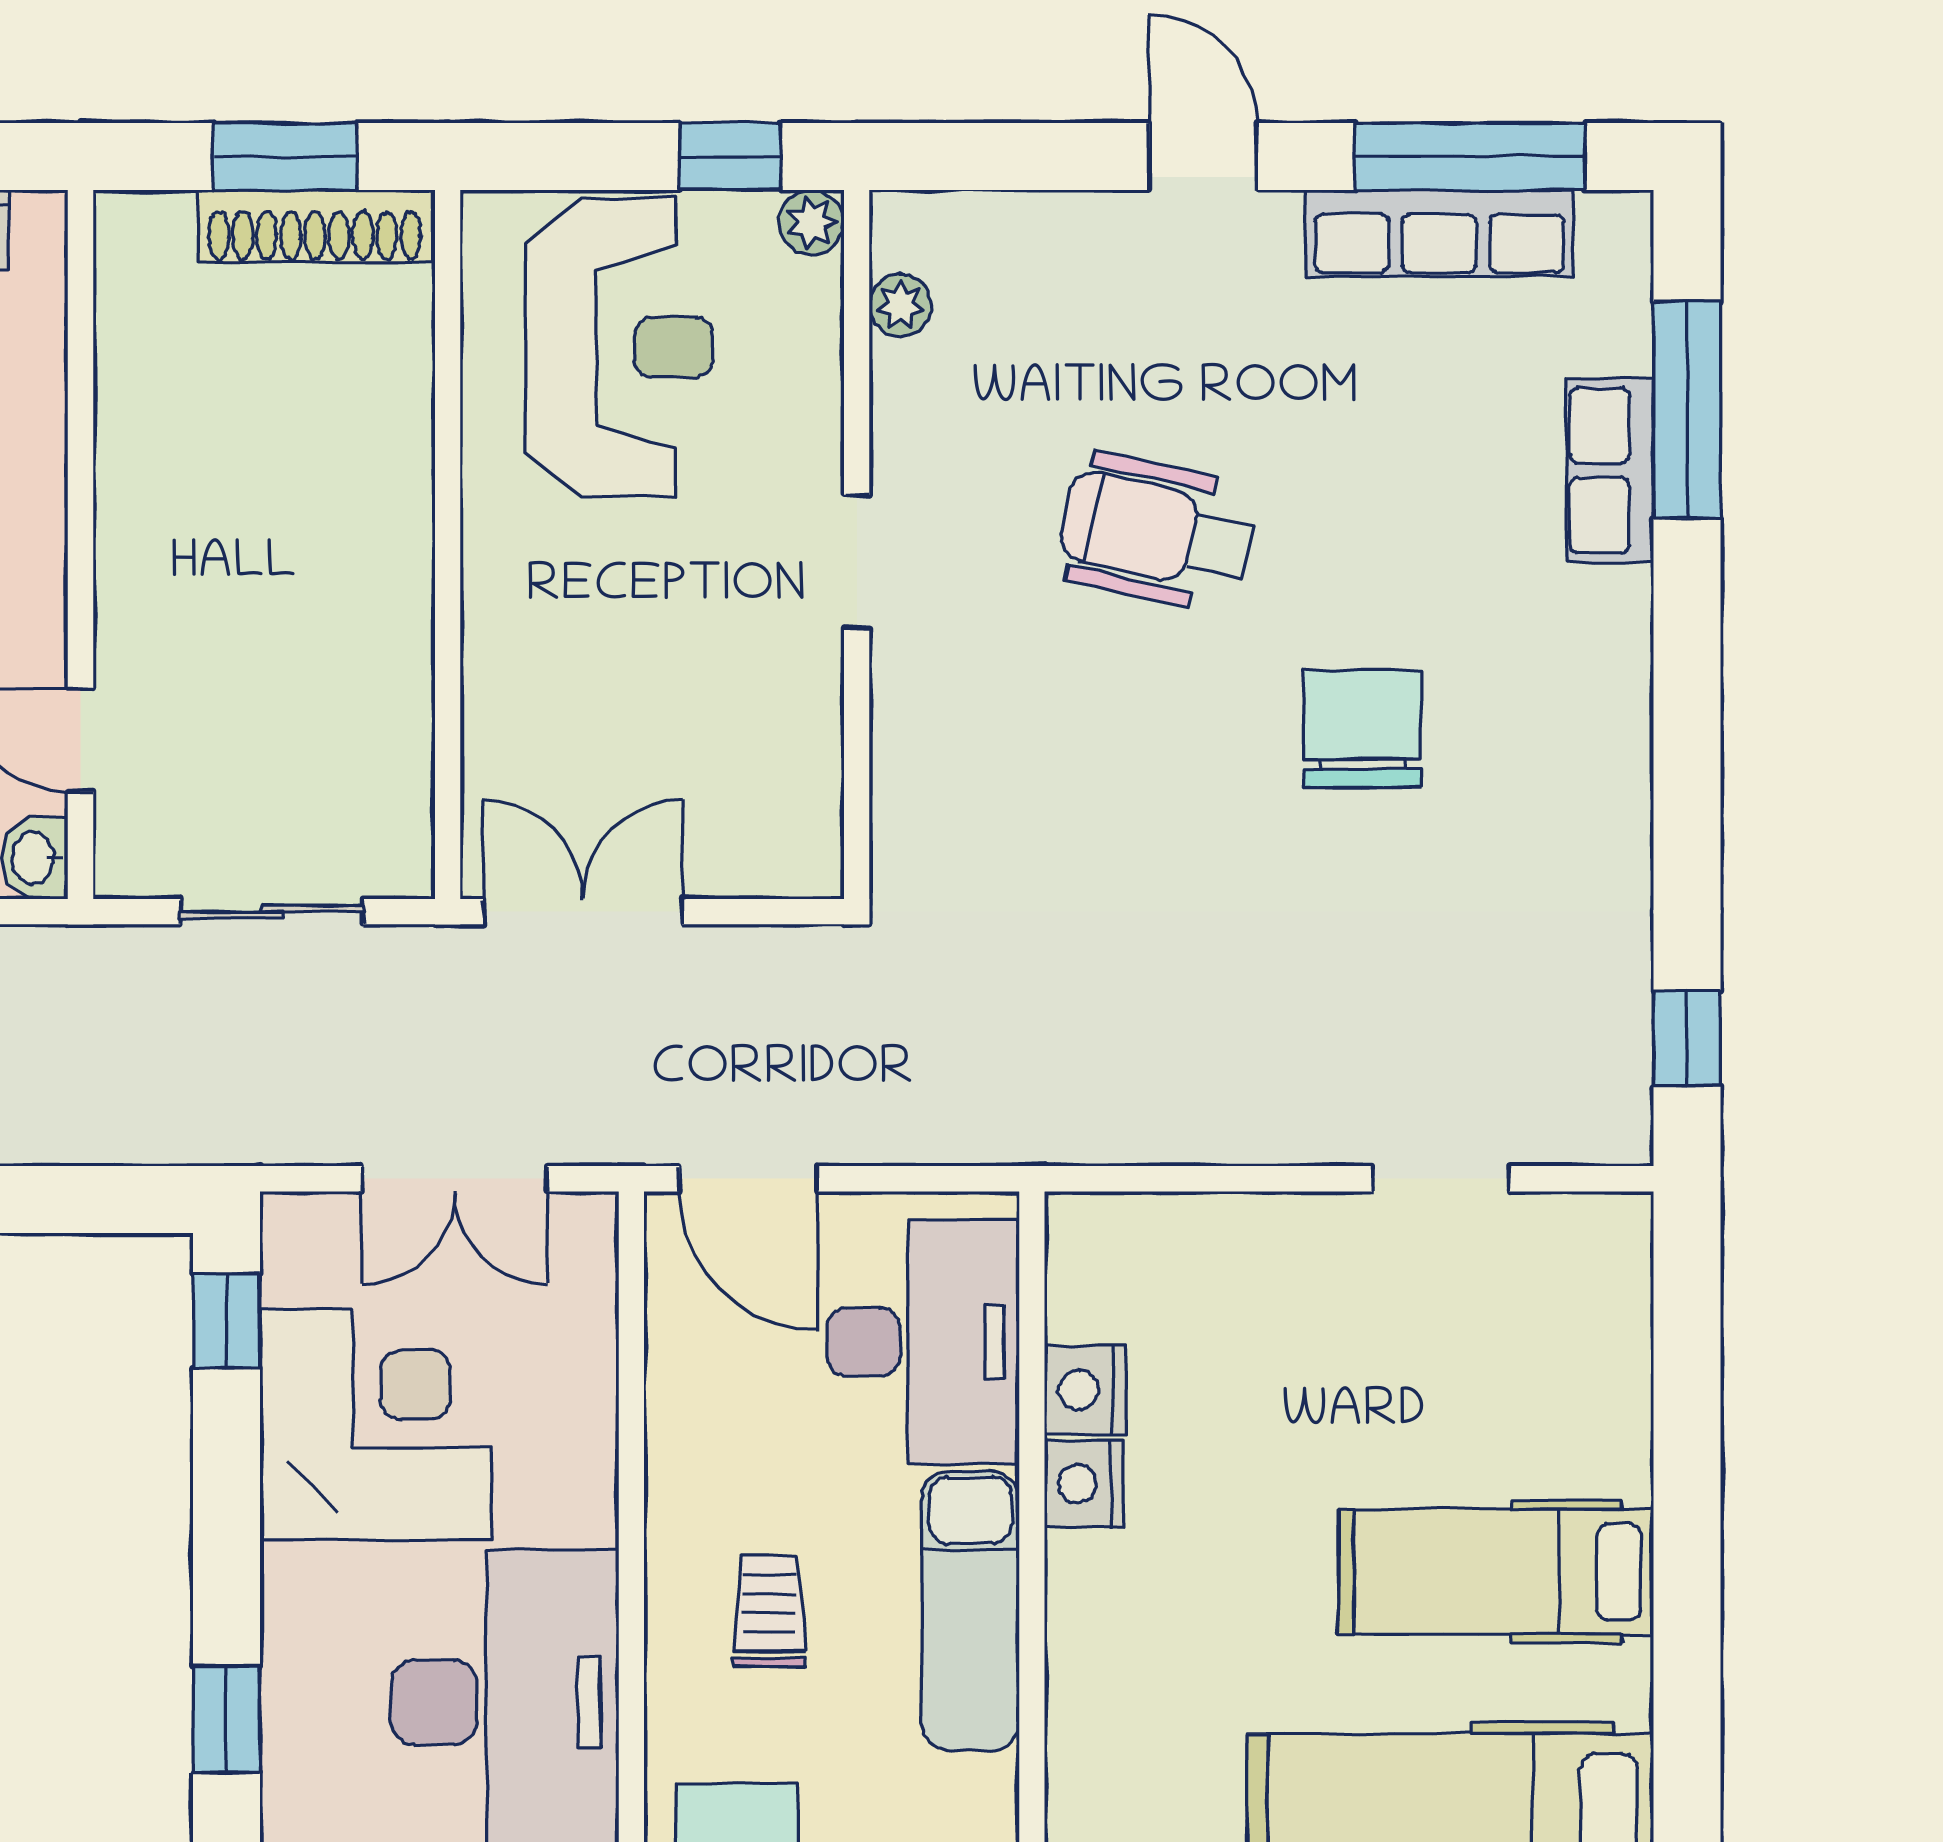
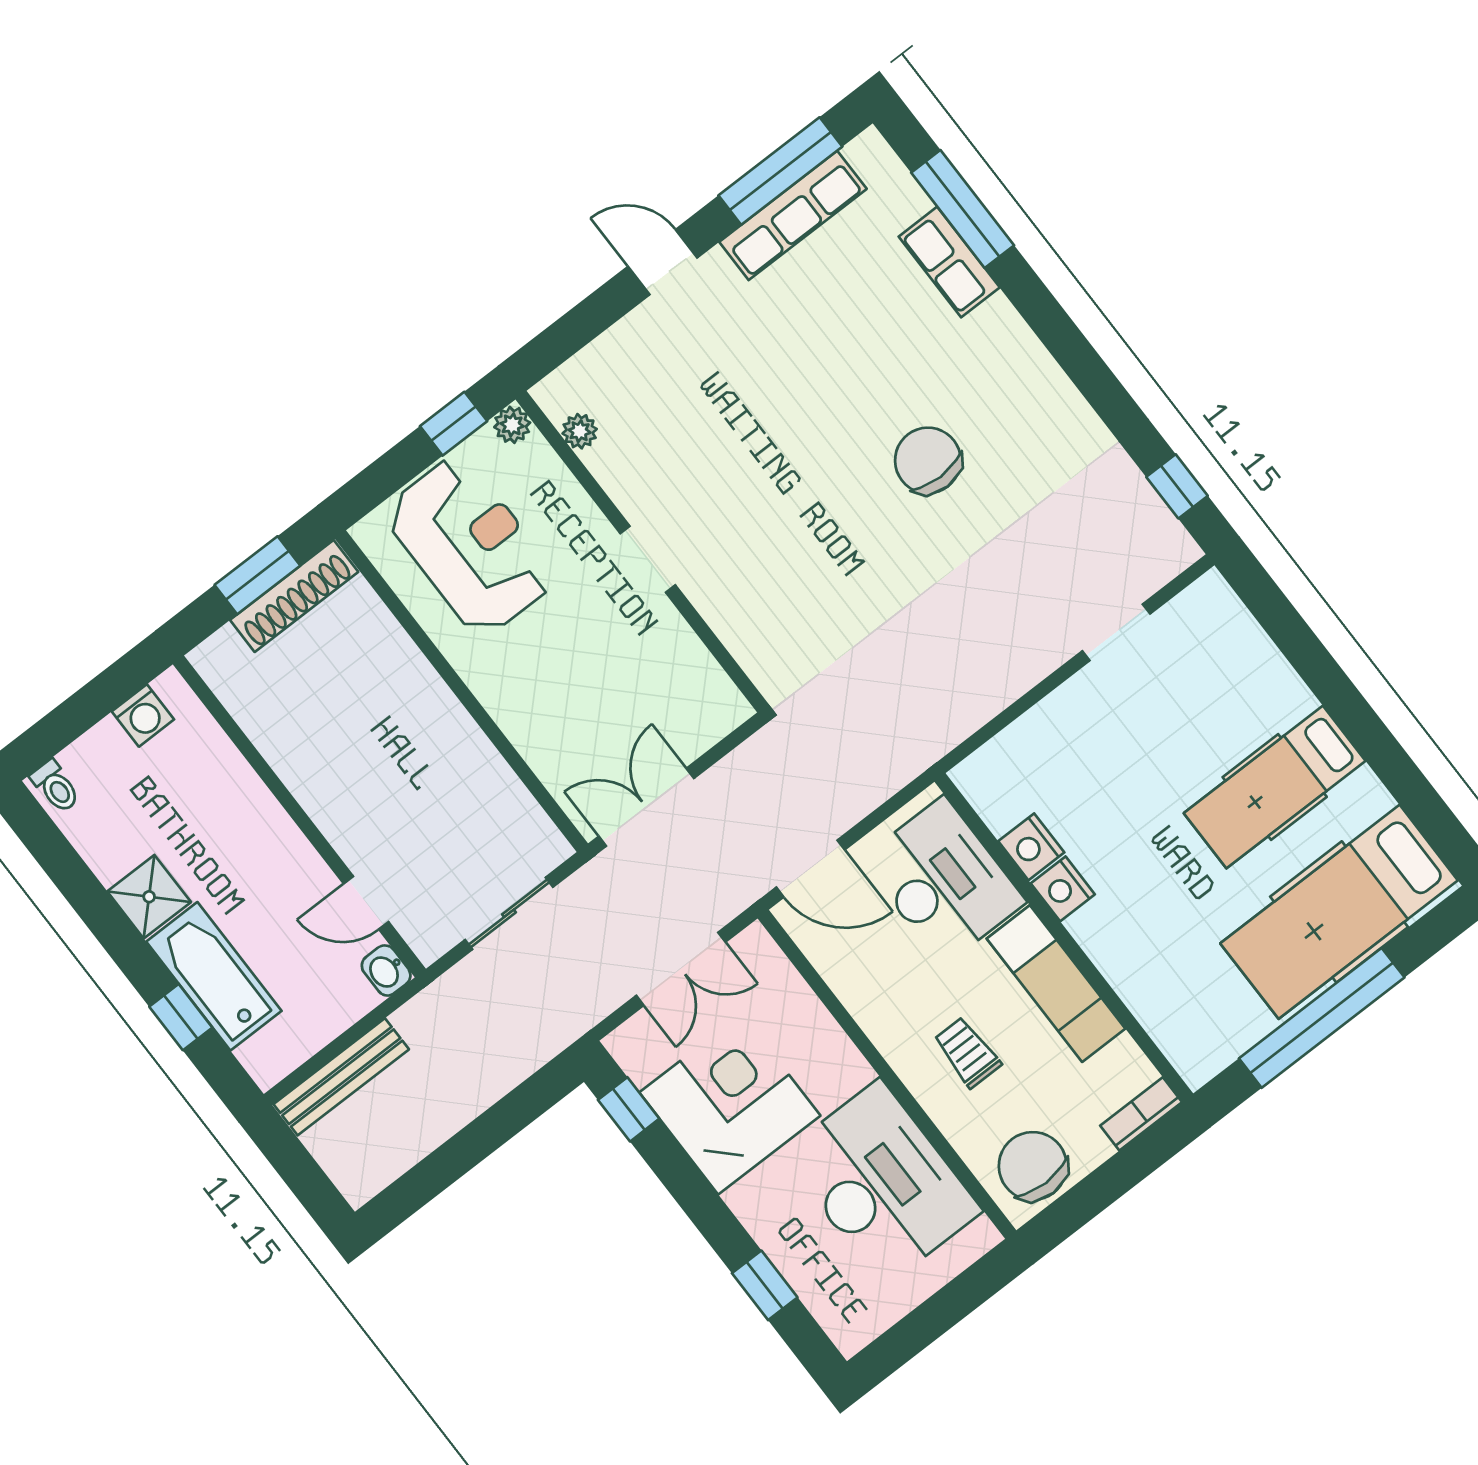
wheelchair: (1156, 532) -> (770, 444), removed

